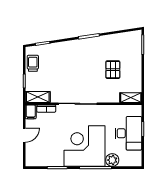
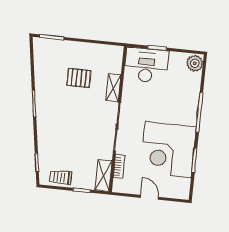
shelving: (131, 98) -> (113, 88), moved
filing cabinet: (31, 112) -> (121, 186), removed
desk: (128, 133) -> (146, 65), moved
corner desk: (84, 146) -> (168, 150), moved
plant: (112, 160) -> (195, 63), moved

